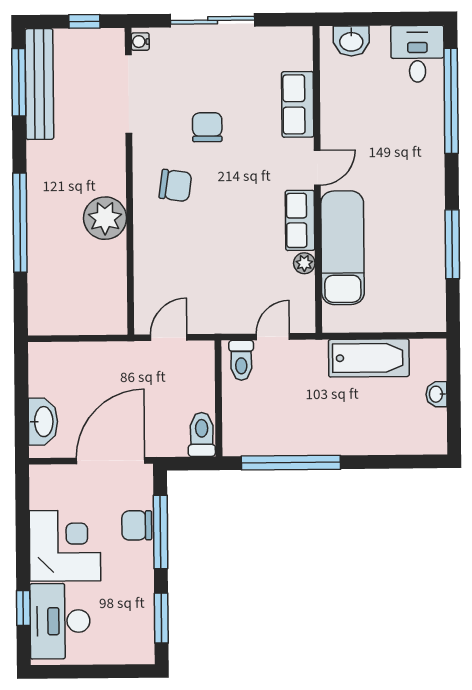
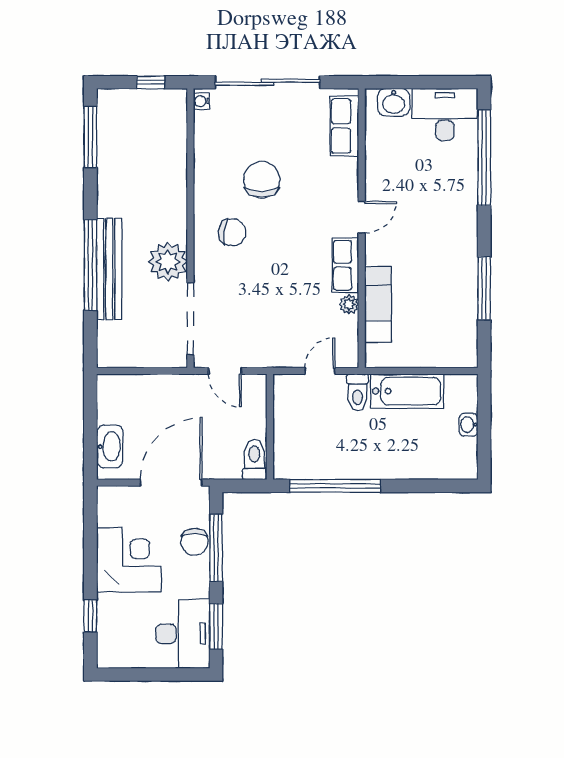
sliding door: (213, 20) -> (268, 82), width x1.36
desk: (417, 54) -> (445, 114), width x1.37
bench: (39, 84) -> (109, 269), moved
doorway: (129, 94) -> (190, 319), moved
row of seats: (298, 104) -> (344, 126), moved
chair: (207, 127) -> (262, 180), width x1.37, depth x1.37
exam couch: (343, 248) -> (378, 304), width x0.73, depth x0.69
door: (169, 338) -> (225, 371), swing flipped
toilet: (241, 360) -> (357, 392), moved
chair: (137, 525) -> (194, 542), turned -90
desk: (60, 621) -> (183, 634), moved, turned 180

